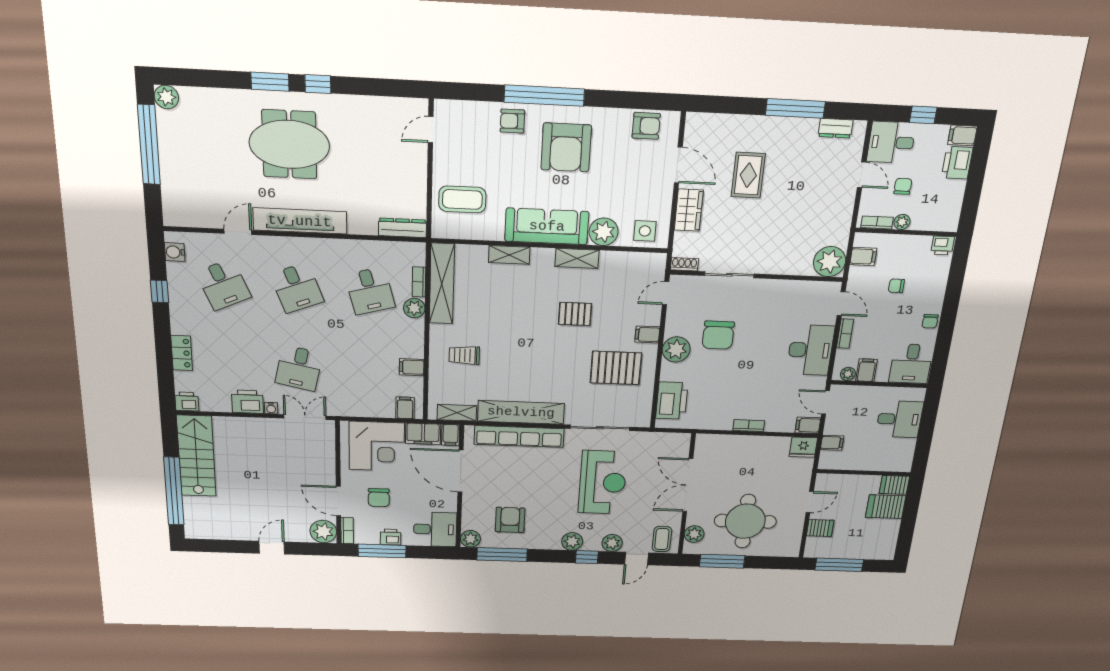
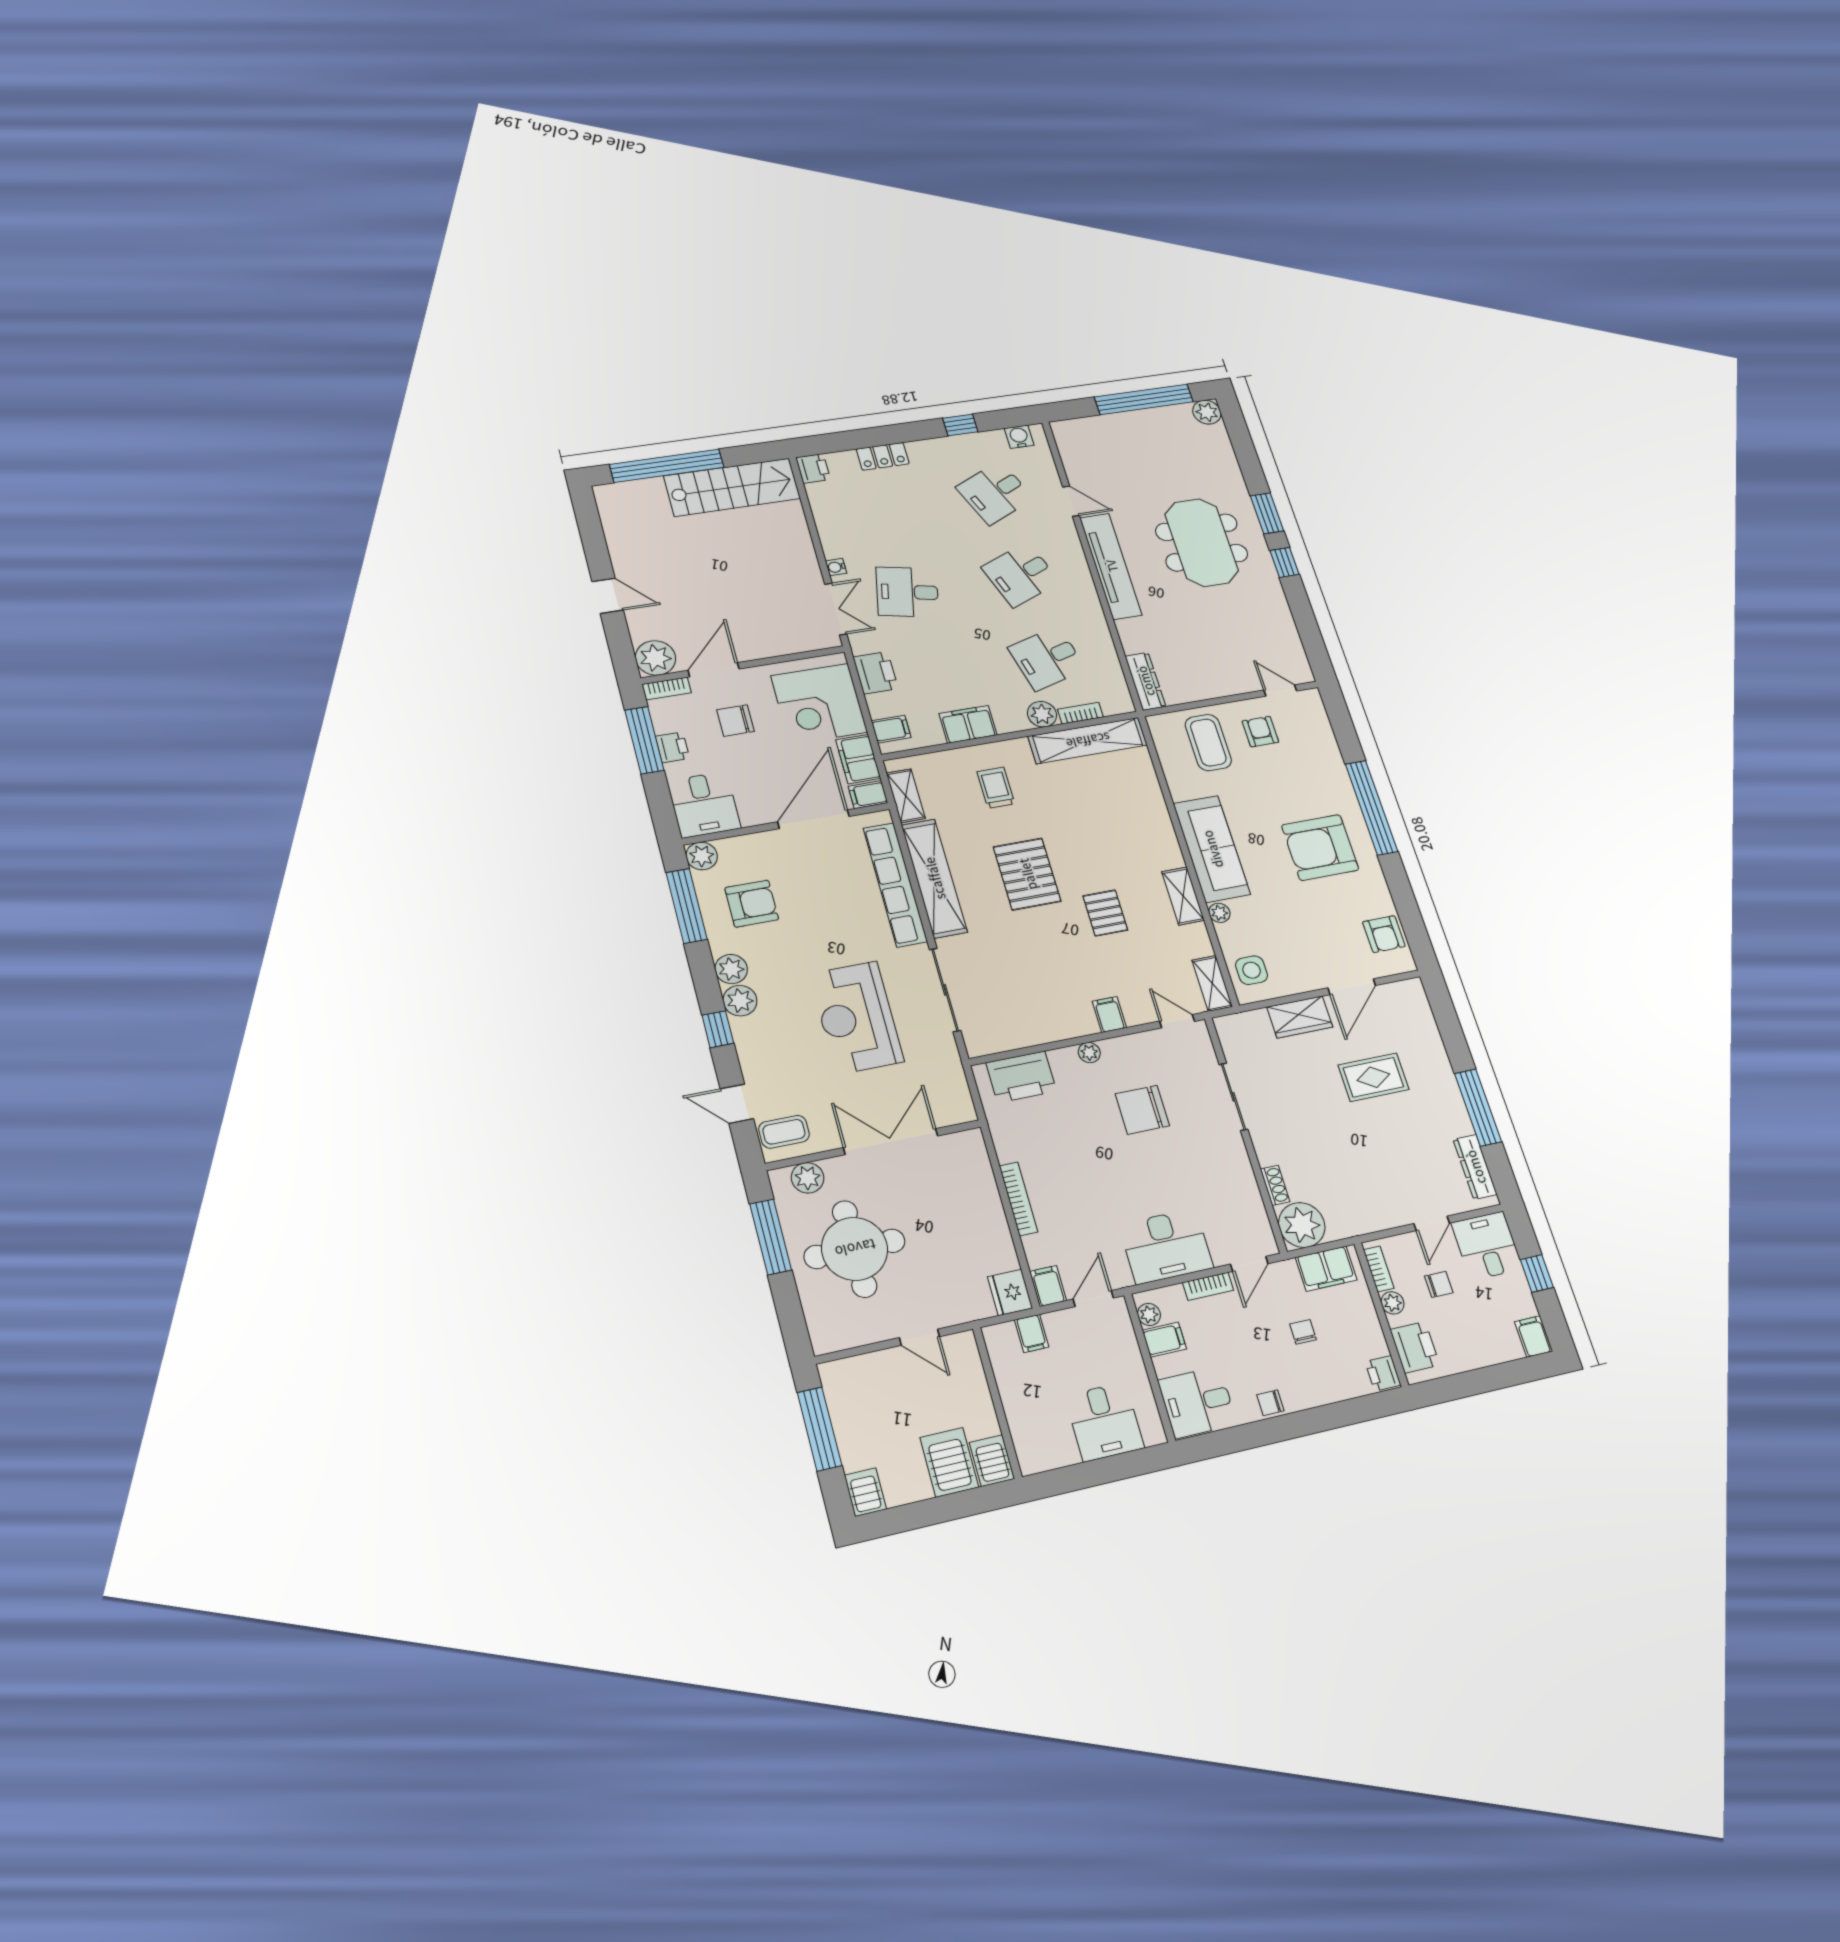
armchair: (512, 121) -> (1260, 732), moved
dresser: (835, 128) -> (1475, 1167), width x1.44
printer: (957, 163) -> (1415, 1347), moved, turned 90
plant: (604, 232) -> (1219, 913), width x0.53, depth x0.53
shelving: (509, 255) -> (1212, 983), moved
filing cabinet: (863, 256) -> (1326, 1269), width x2.00
shoe rack: (684, 264) -> (1275, 1185), moved
plant: (676, 349) -> (1089, 1053), width x0.53, depth x0.53
filing cabinet: (412, 367) -> (968, 724), width x2.00
pallet: (616, 368) -> (1027, 874), moved
printer: (247, 402) -> (876, 673), moved
bookcase: (749, 426) -> (1018, 1199), width x1.56
reception desk: (603, 482) -> (856, 1018), turned 90
server rack: (820, 528) -> (865, 1492), moved, turned 180
plant: (612, 543) -> (731, 969), moved

